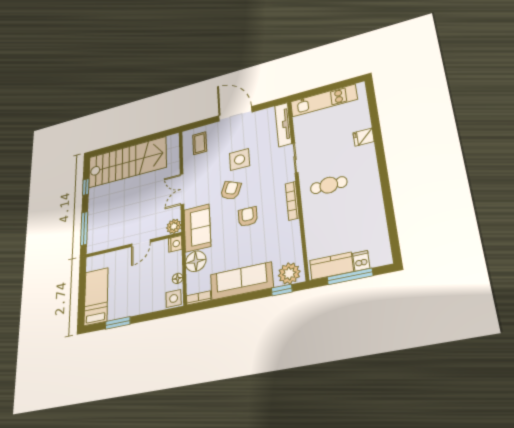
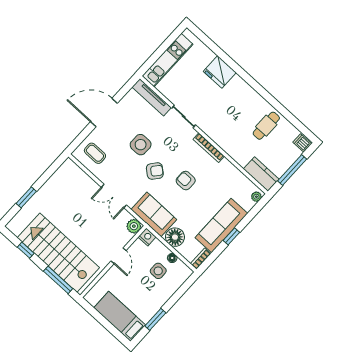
fridge: (364, 137) -> (220, 72), width x1.88, depth x1.34
window: (123, 145) -> (26, 197), added
stairs: (127, 162) -> (58, 253), moved, turned -90
cafe table: (329, 185) -> (266, 126), moved
armchair: (231, 190) -> (155, 171), turned 107
dishwasher: (361, 261) -> (302, 143), moved
kitchen counter: (331, 266) -> (261, 174), moved, turned 90
plant: (289, 273) -> (256, 197), width x0.53, depth x0.53
window: (282, 290) -> (231, 236), moved
side table: (174, 298) -> (158, 271), moved

